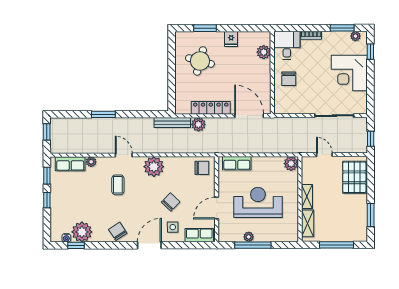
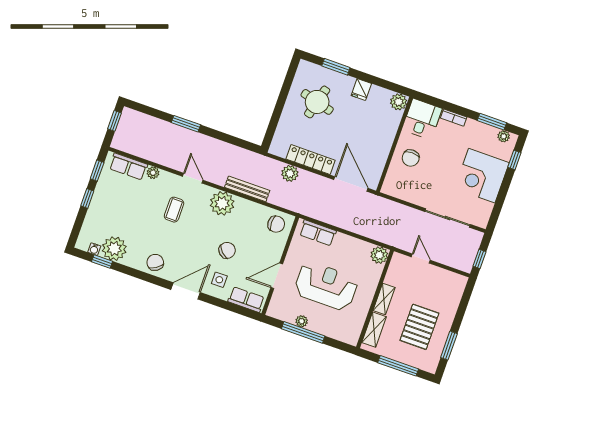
plant: (264, 52) -> (399, 102), moved
bench: (172, 123) -> (247, 189), moved
pallet: (354, 177) -> (419, 327), moved

